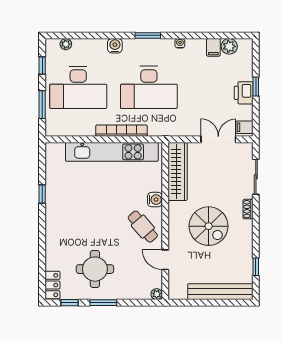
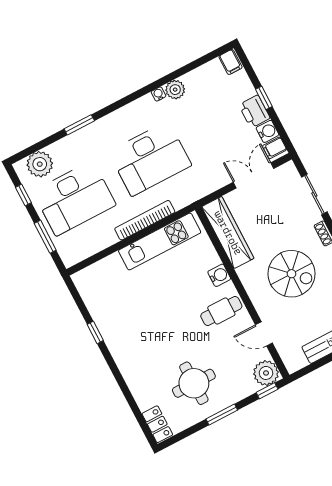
window: (148, 35) -> (79, 125), moved
plant: (66, 44) -> (40, 164), width x1.88, depth x1.88
water cooler: (115, 46) -> (267, 131), moved, turned 90
plant: (229, 46) -> (175, 90), moved
filing cabinet: (213, 47) -> (230, 62), moved
kitchen unit: (112, 152) -> (160, 242), width x0.73
cafe table: (143, 227) -> (221, 311), turned -49
plant: (157, 294) -> (266, 373), width x1.87, depth x1.87
window: (70, 303) -> (267, 391), moved

